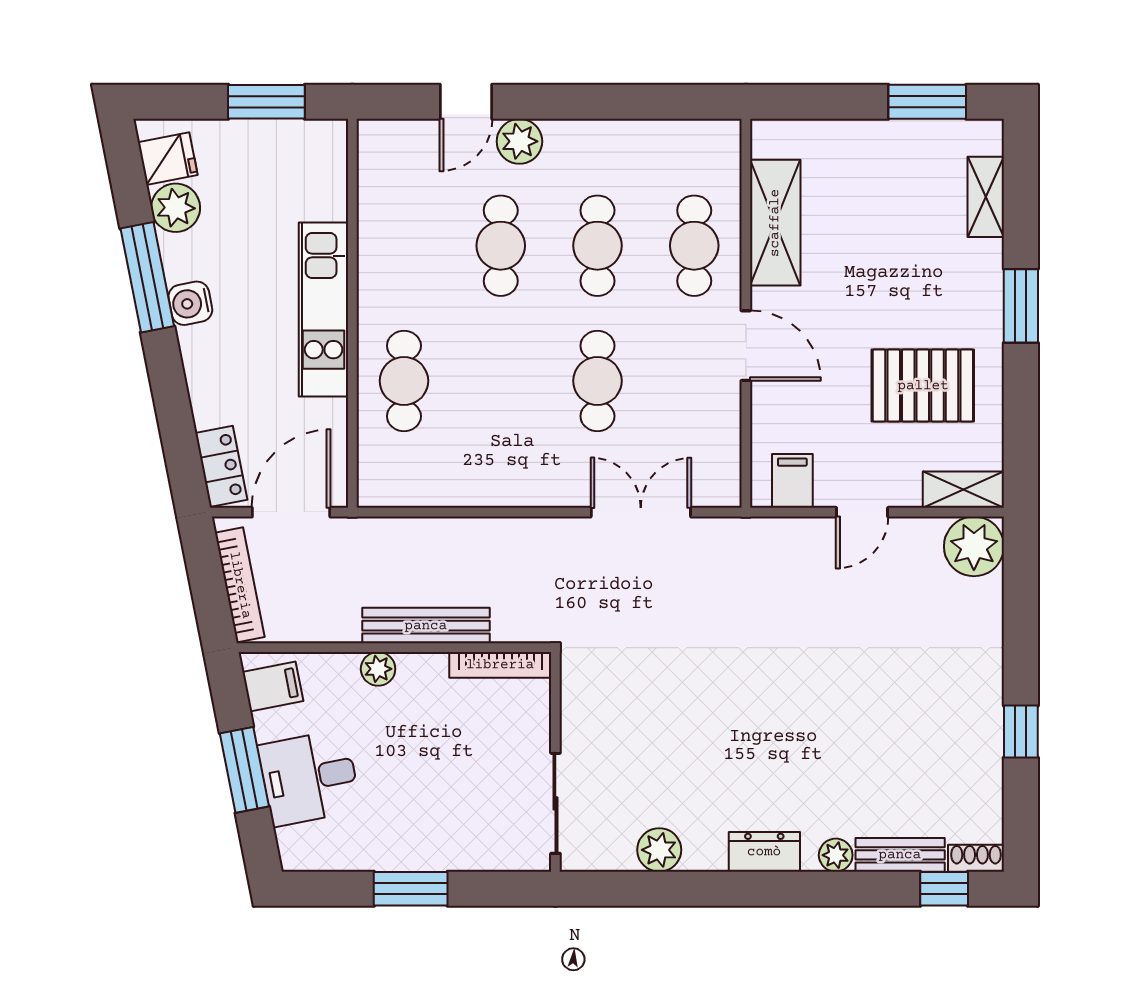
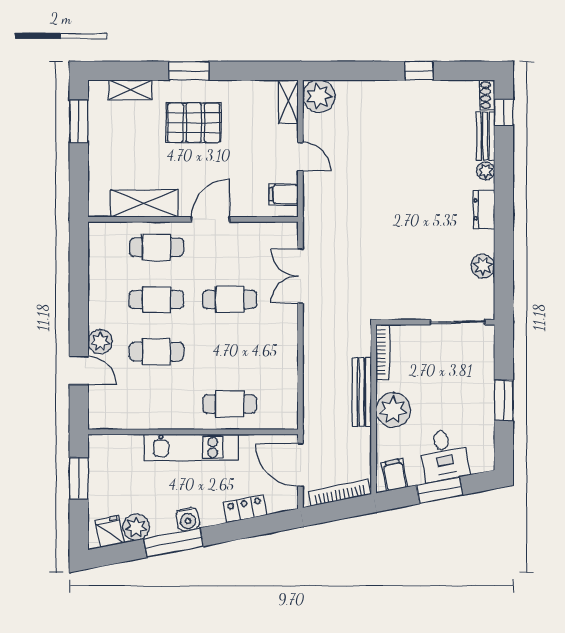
pallet: (923, 386) -> (194, 123), moved, turned 90
locker: (221, 466) -> (245, 509), moved
plant: (378, 669) -> (393, 410), width x1.88, depth x1.88

